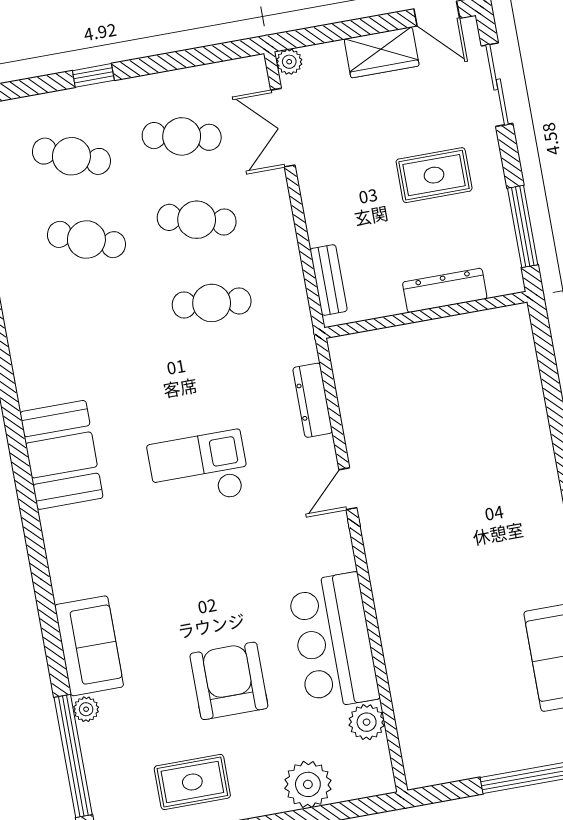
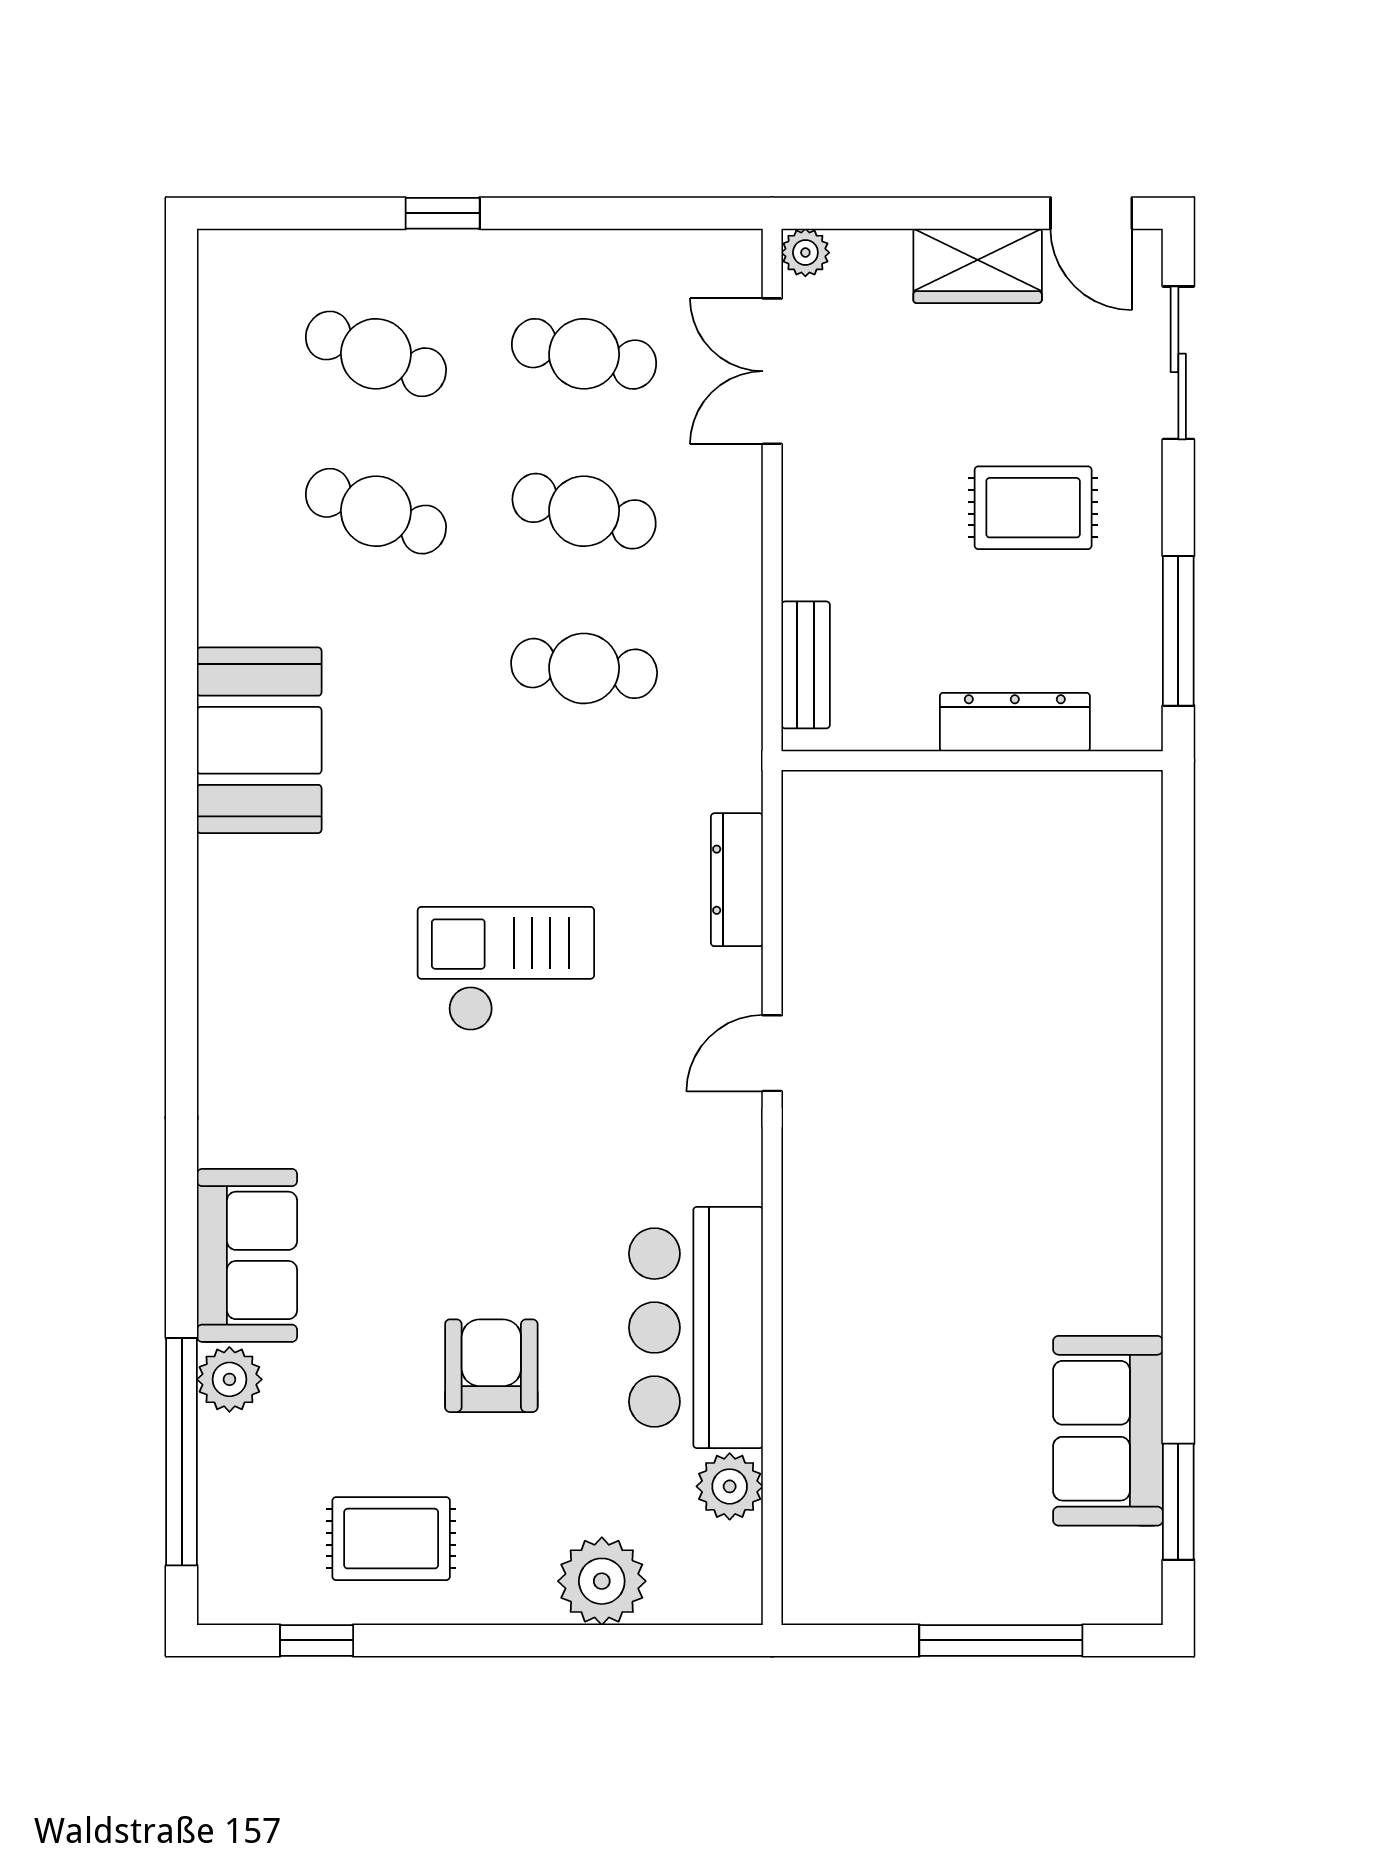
booth: (61, 455) -> (259, 740), moved
armchair: (229, 681) -> (491, 1366), width x0.73, depth x0.73
plant: (86, 709) -> (229, 1379), width x1.38, depth x1.38

